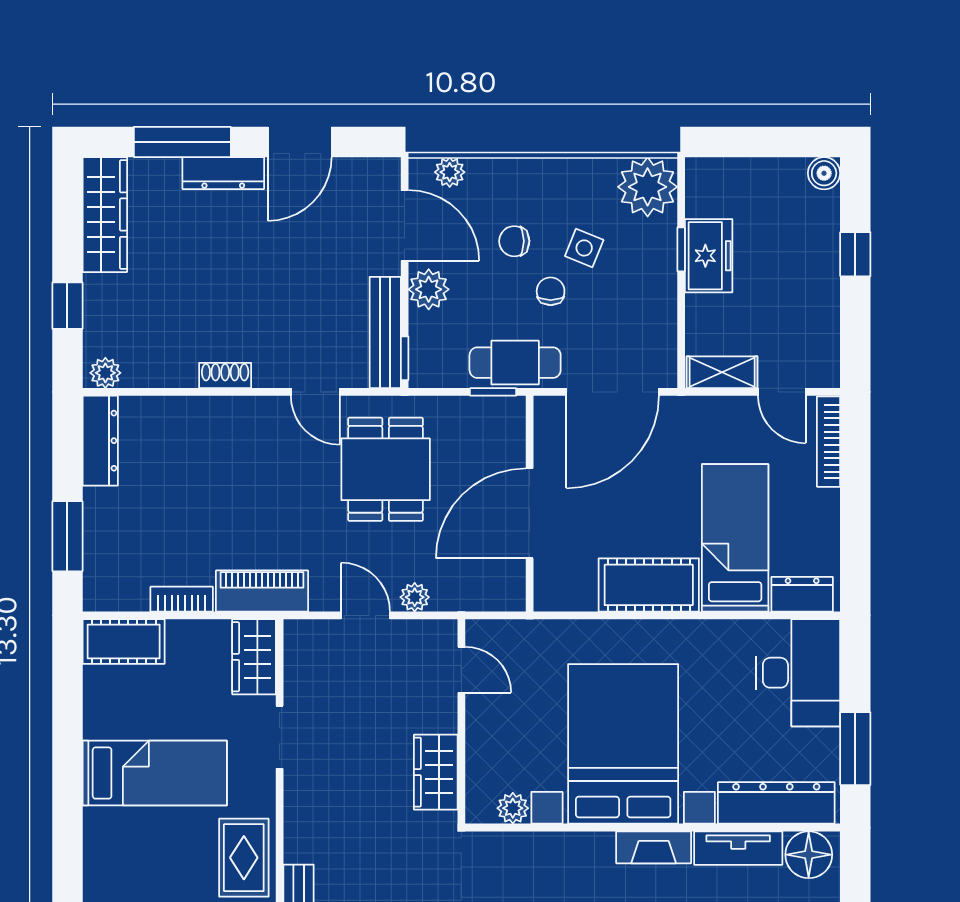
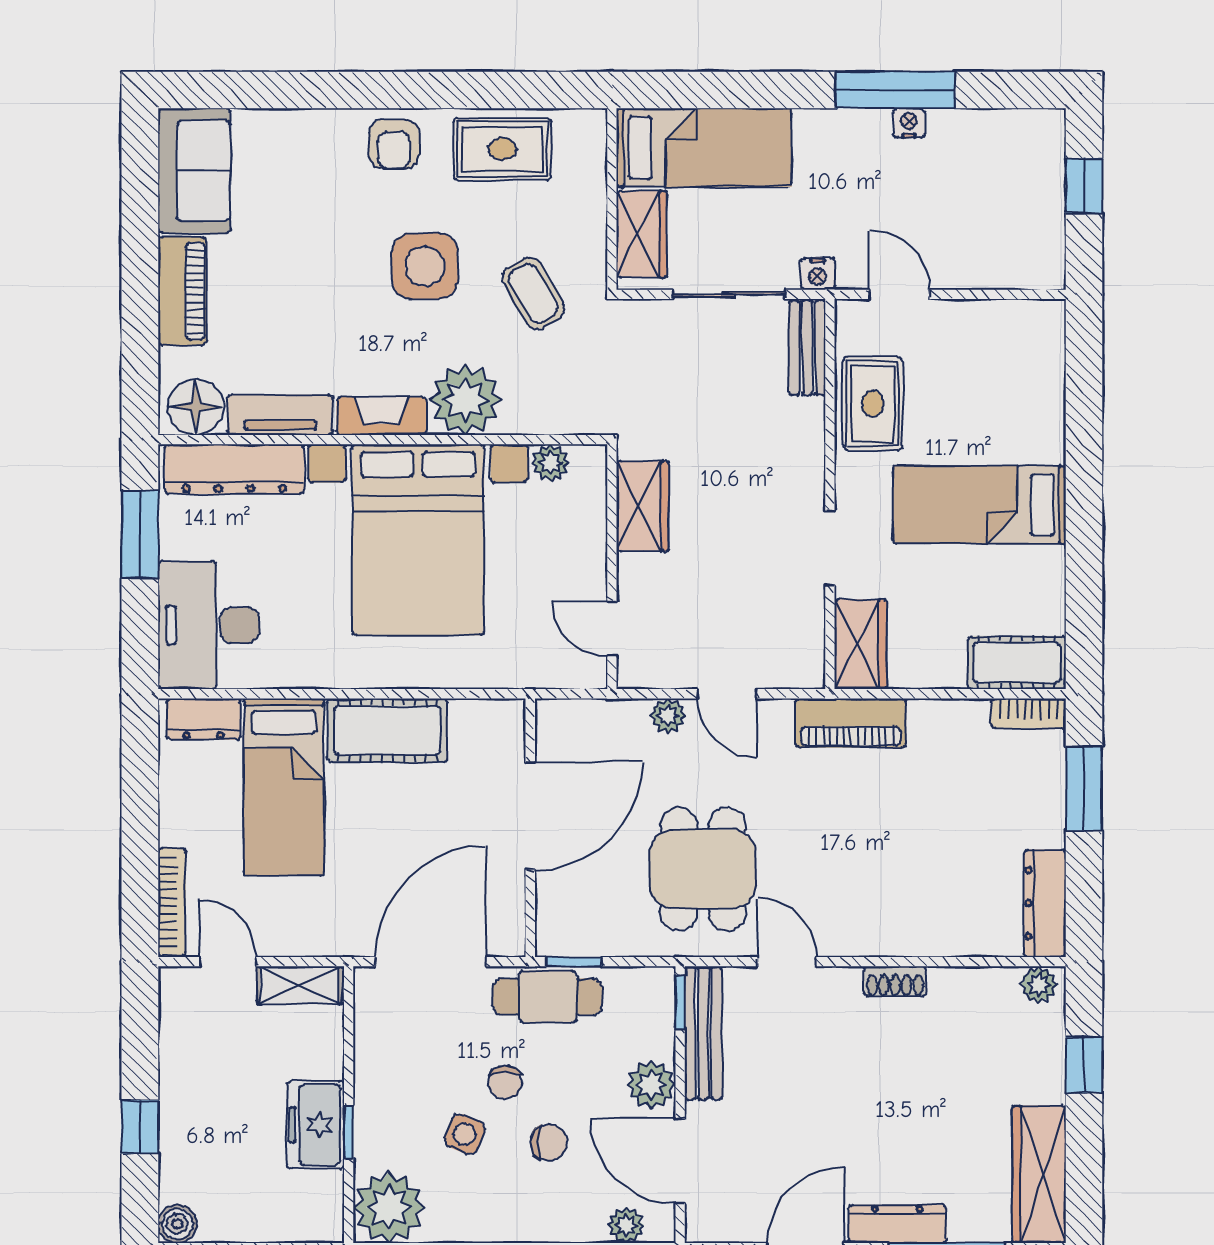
bookcase: (182, 599) -> (1028, 713), moved
plant: (584, 861) -> (465, 400), added

